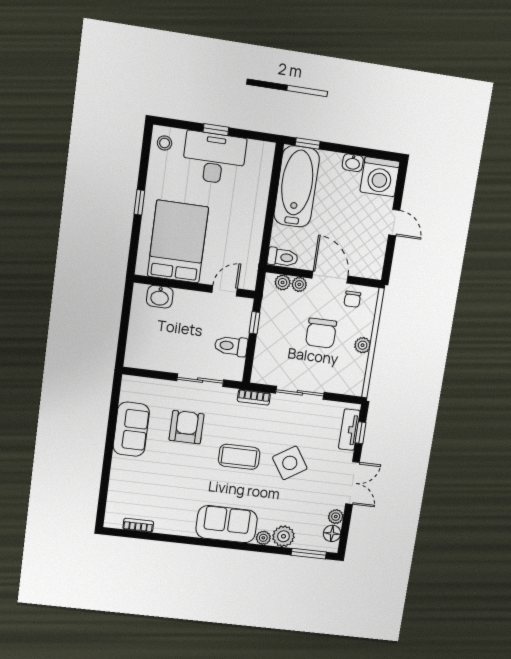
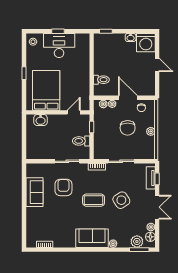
bathtub: (297, 187) -> (103, 54), removed
toilet: (283, 257) -> (101, 80), moved
plant: (283, 536) -> (137, 241), moved

